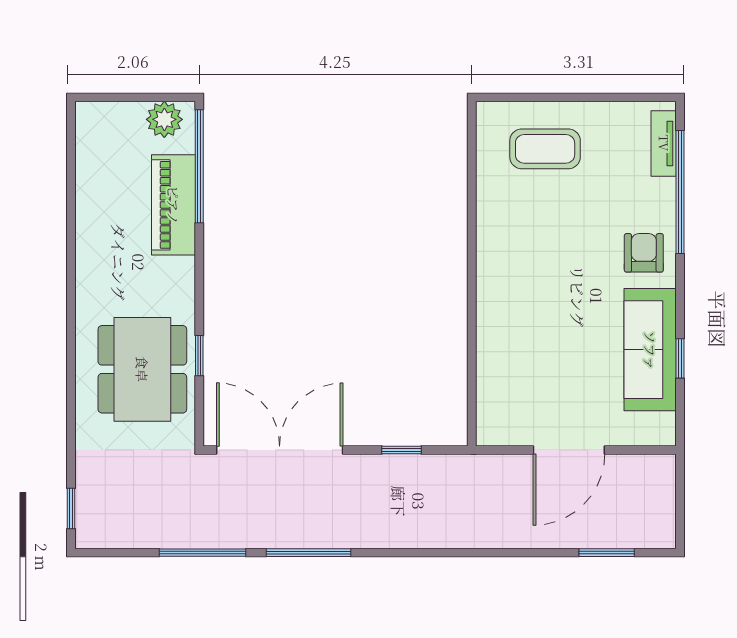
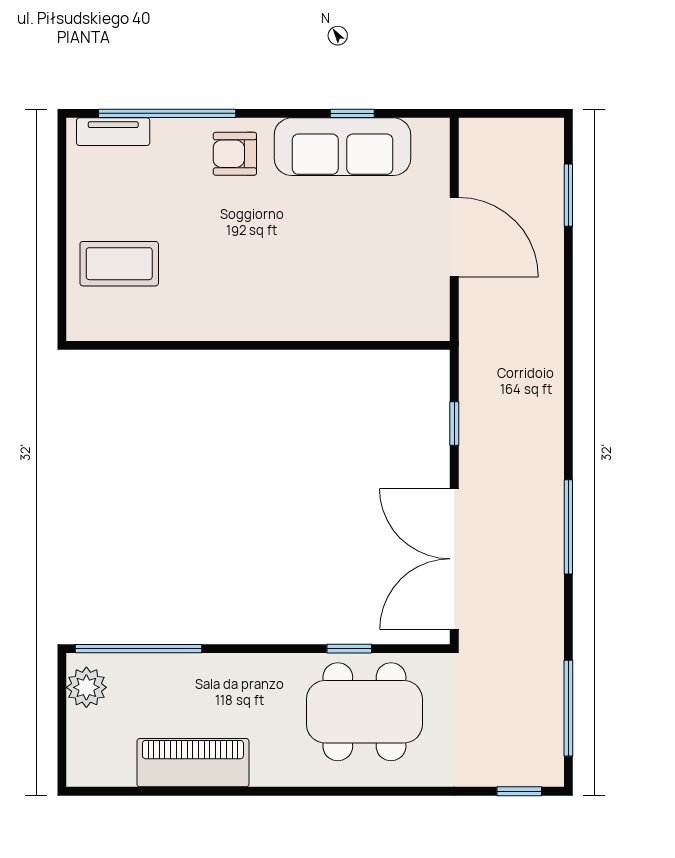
coffee table: (545, 149) -> (119, 264), turned 90
piano: (173, 205) -> (193, 763), moved, turned 180
window: (203, 553) -> (568, 708), moved

